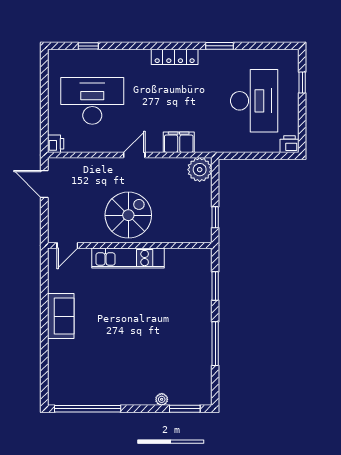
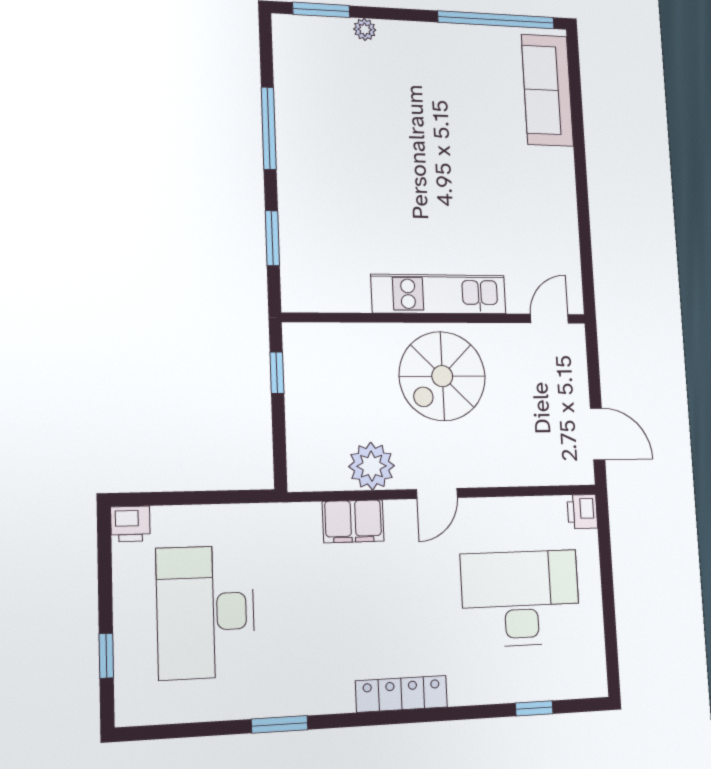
locker: (175, 57) -> (402, 694), moved
desk: (92, 101) -> (521, 598), turned 180
plant: (200, 170) -> (372, 466), moved
sofa: (61, 316) -> (547, 90), moved, width x1.36

